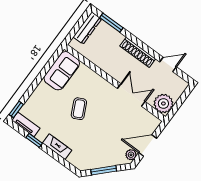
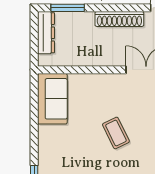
coffee table: (79, 109) -> (116, 133), moved

